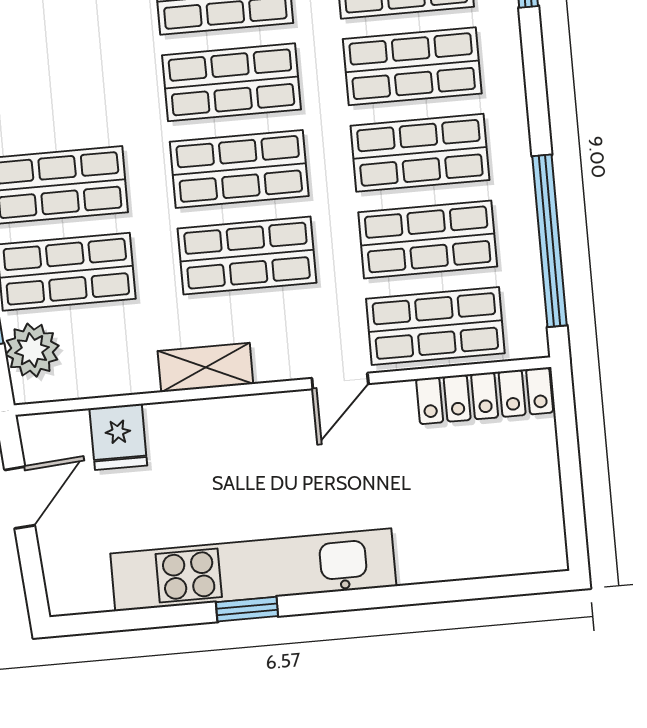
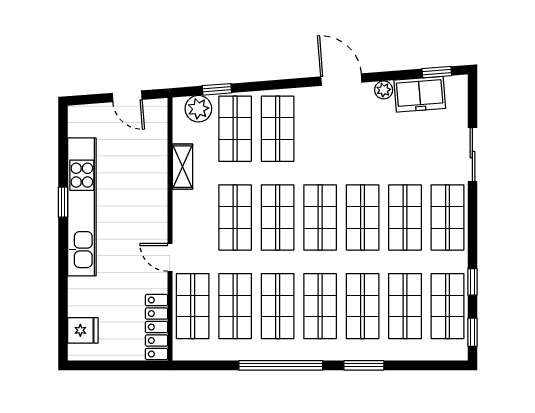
window: (550, 241) -> (281, 365), moved
shelving: (205, 367) -> (182, 167), moved
fridge: (118, 437) -> (83, 330), moved, turned 180

